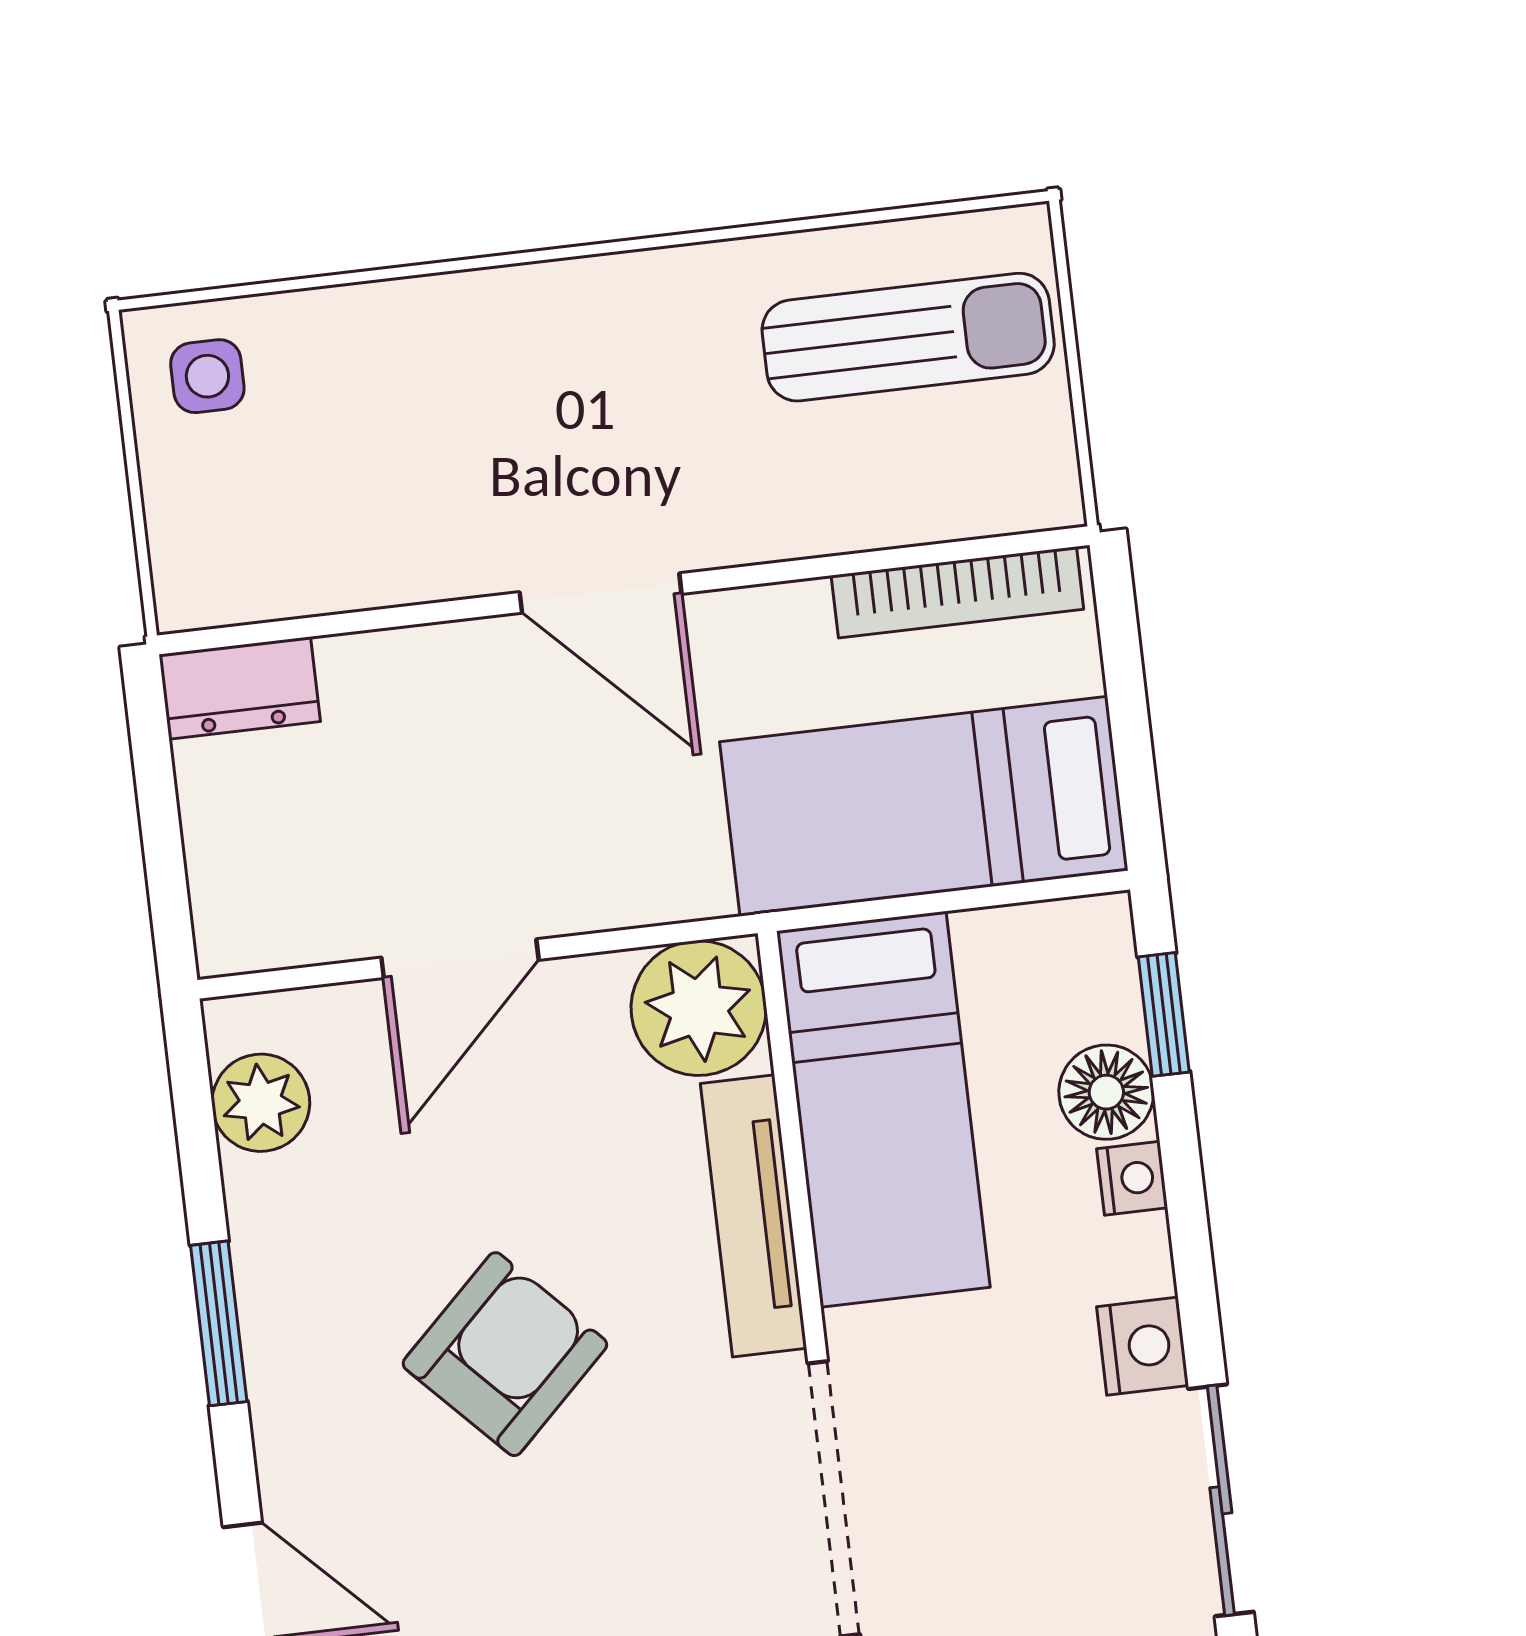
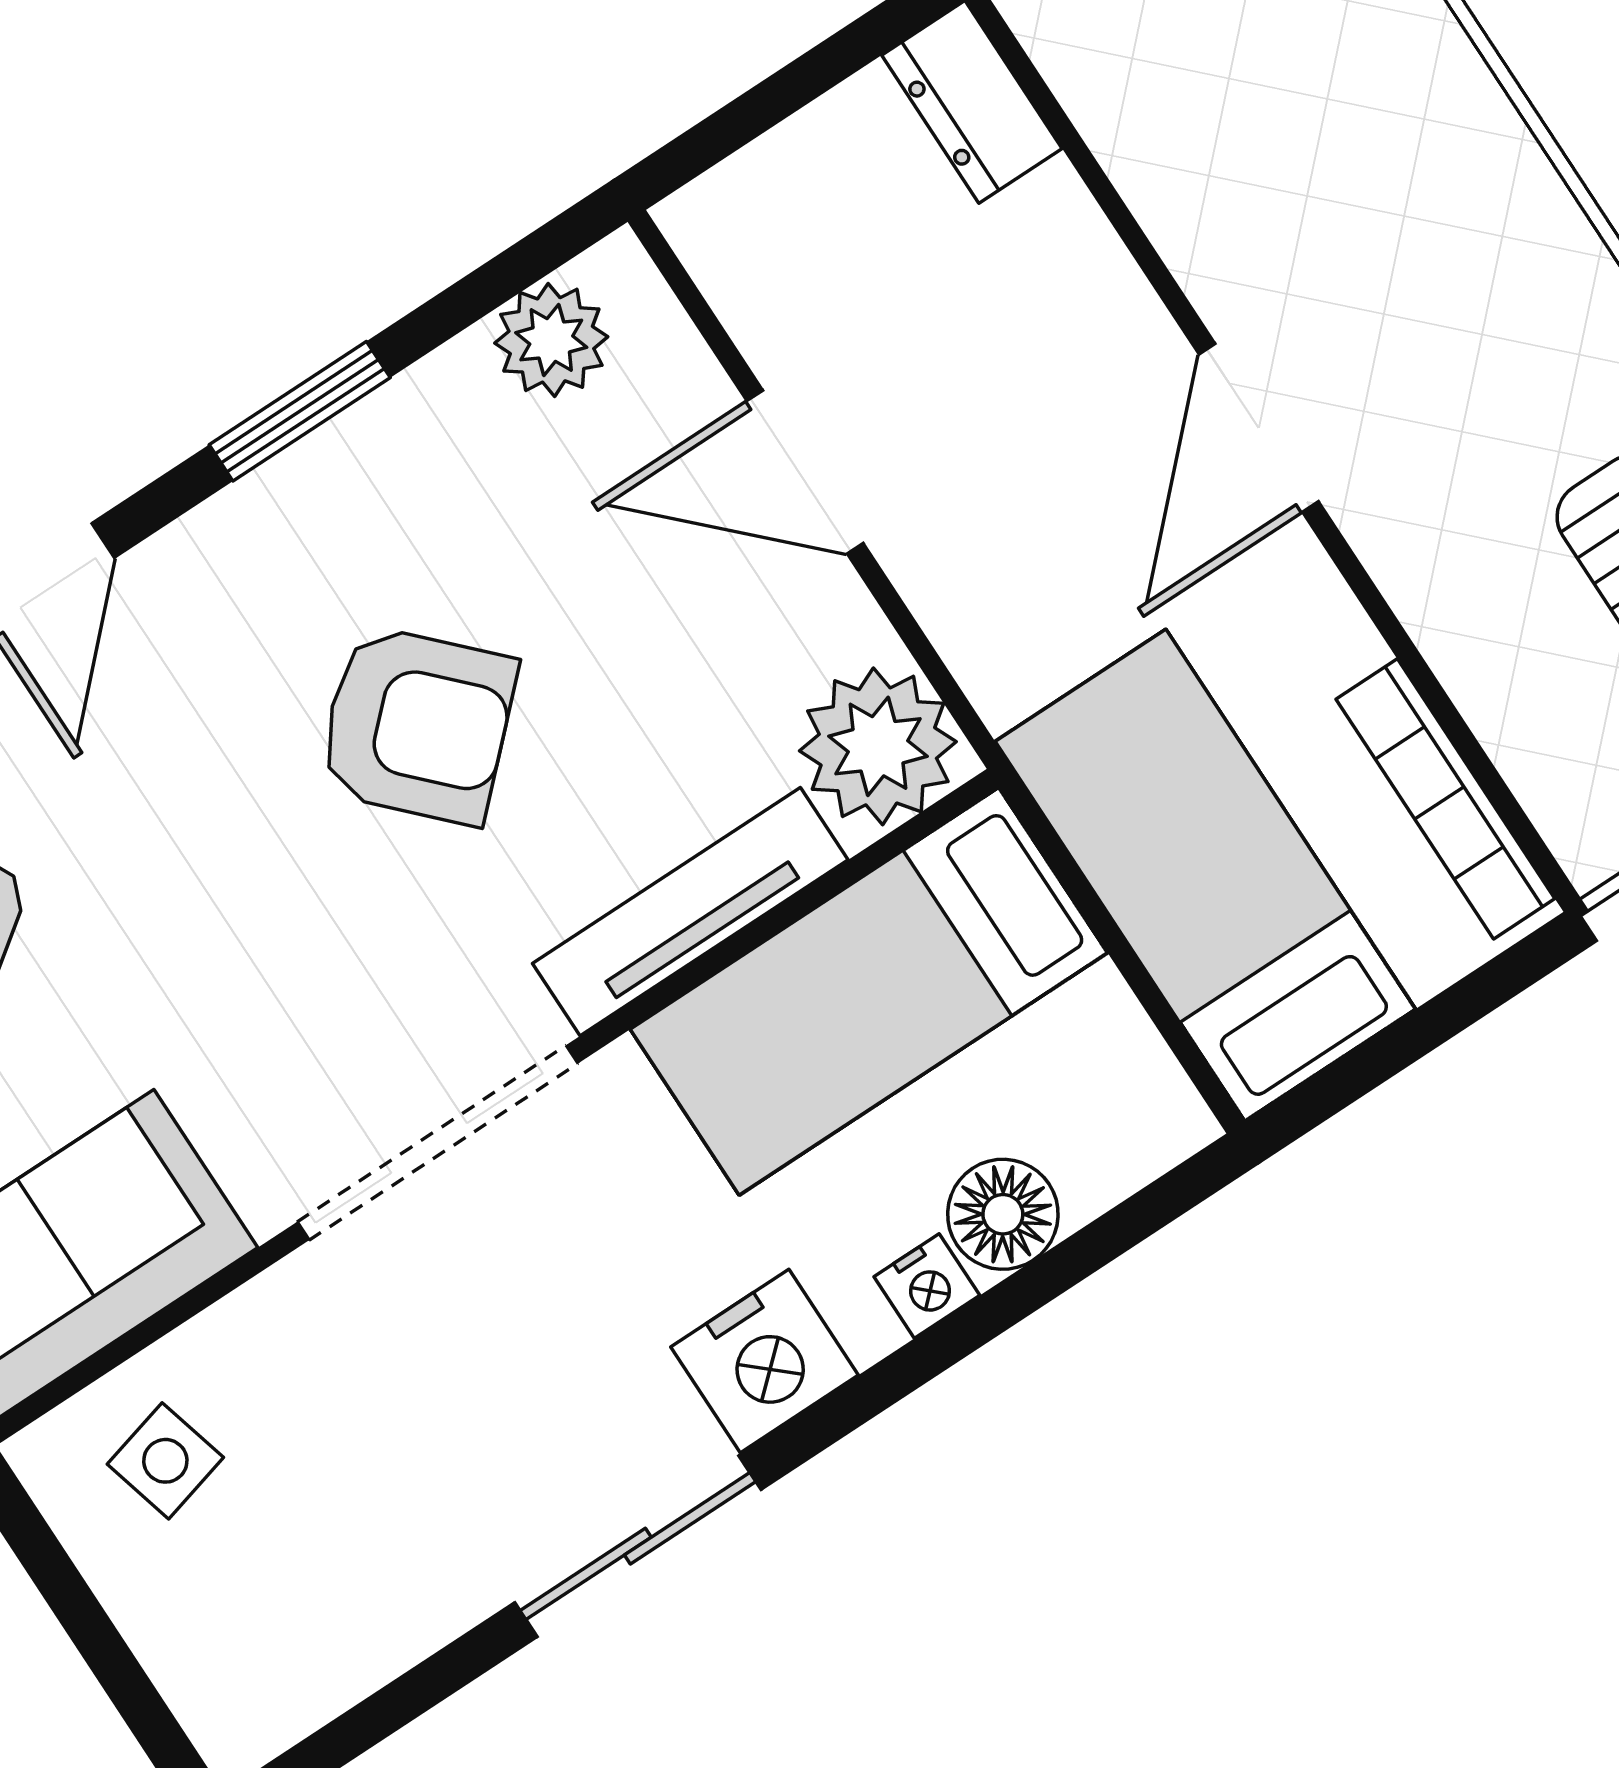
window: (1164, 1014) -> (1114, 1234), removed
nightstand: (1143, 1346) -> (765, 1361), width x1.36, depth x1.33

